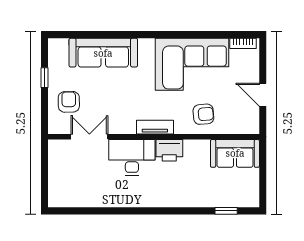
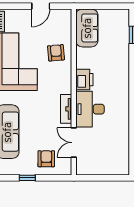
armchair: (69, 102) -> (46, 159), turned 91
tv unit: (155, 127) -> (66, 109), moved

